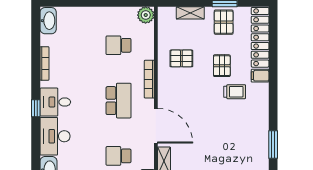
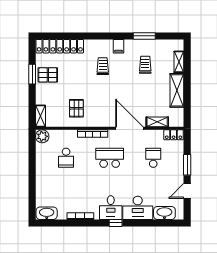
shelving: (190, 13) -> (40, 116), moved
pallet: (222, 66) -> (82, 76), removed
filing cabinet: (260, 76) -> (119, 46), moved
door: (156, 126) -> (129, 128), hinge flipped
trolley: (237, 146) -> (145, 65), added
school desk: (119, 156) -> (153, 158), turned 180

